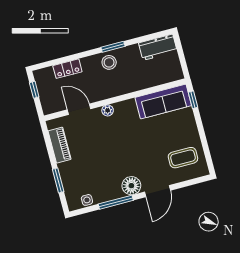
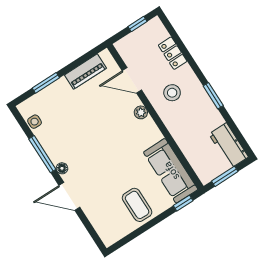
window: (182, 59) -> (225, 176), added
stool: (109, 62) -> (172, 93), moved
door: (79, 109) -> (132, 80), swing flipped
coffee table: (183, 158) -> (137, 205), moved
floor lamp: (131, 186) -> (62, 168), width x0.53, depth x0.53

